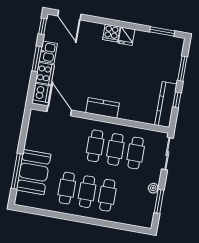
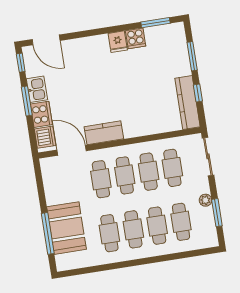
cooker: (111, 33) -> (136, 38), moved
kitchen counter: (102, 108) -> (104, 133), moved
cafe table: (75, 142) -> (101, 179), added
cafe table: (128, 199) -> (181, 222), added

